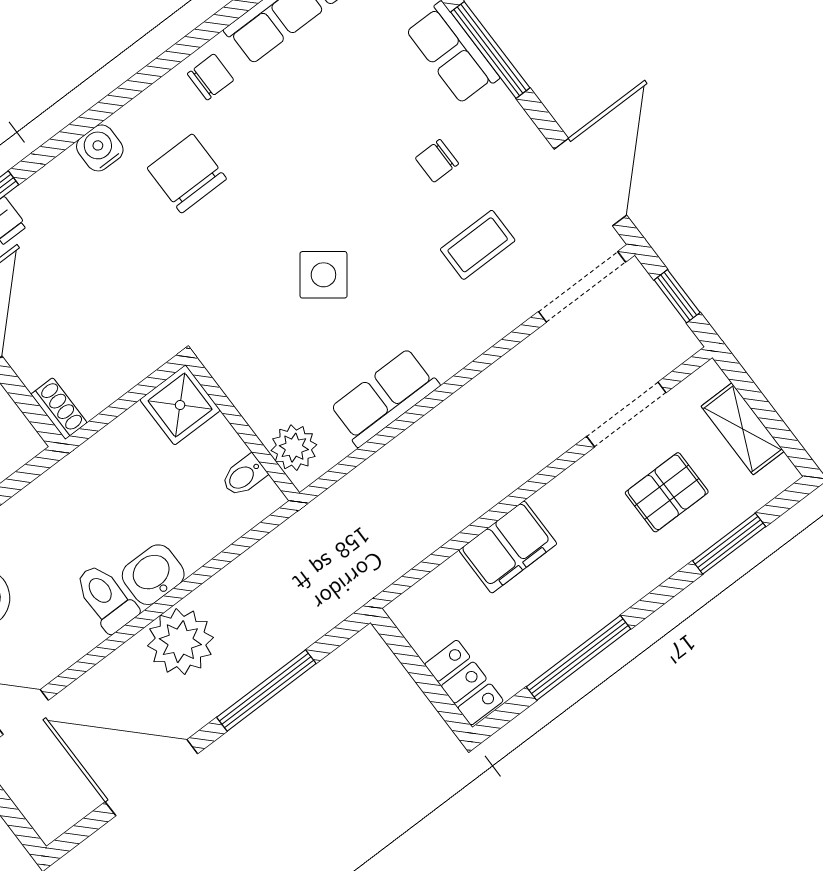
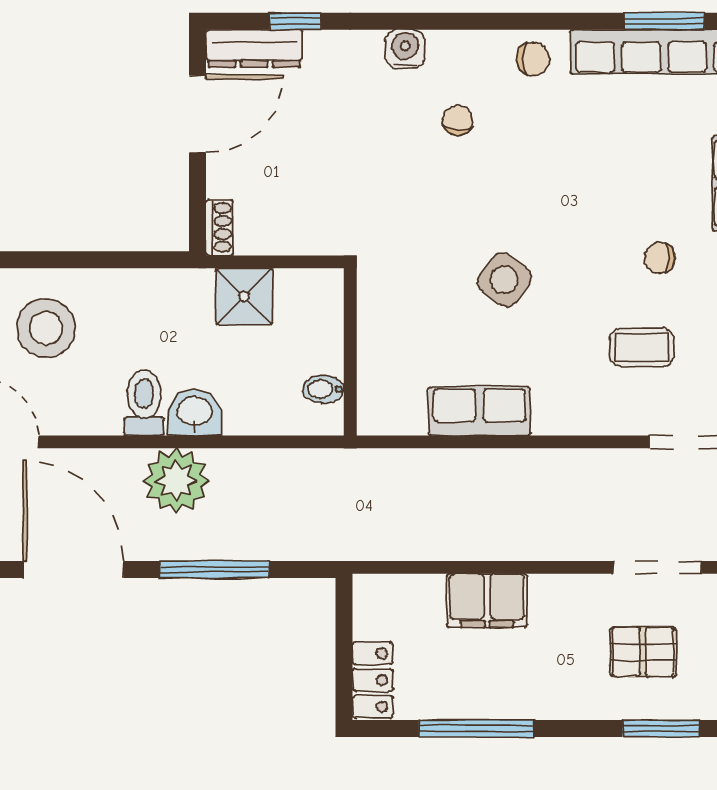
chair: (187, 174) -> (458, 120), width x0.54, depth x0.54
shower: (180, 405) -> (244, 296), moved
plant: (294, 448) -> (379, 397), removed

